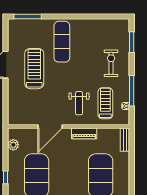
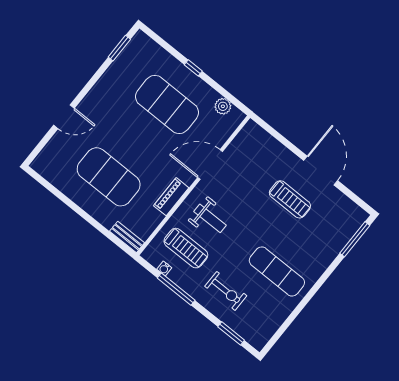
exercise mat: (62, 42) -> (277, 271), moved
treadmill: (34, 69) -> (290, 199), width x0.73, depth x0.73
weight bench: (79, 103) -> (210, 218), turned 180
door: (50, 126) -> (210, 165), hinge flipped

